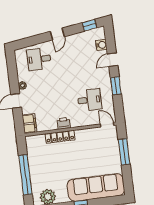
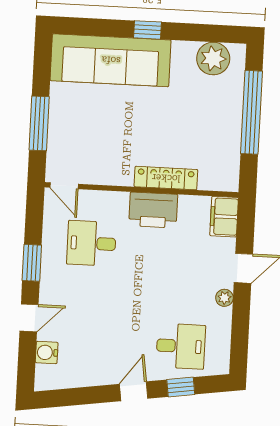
window: (89, 25) -> (181, 387), moved
printer: (64, 123) -> (153, 210), width x1.87, depth x1.48

